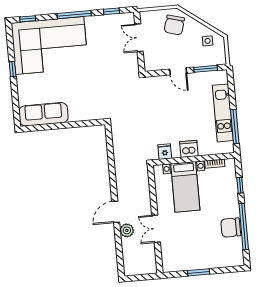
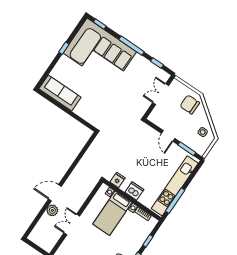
chair: (174, 25) -> (190, 105), turned 74
kitchen unit: (223, 113) -> (175, 186), width x1.36

